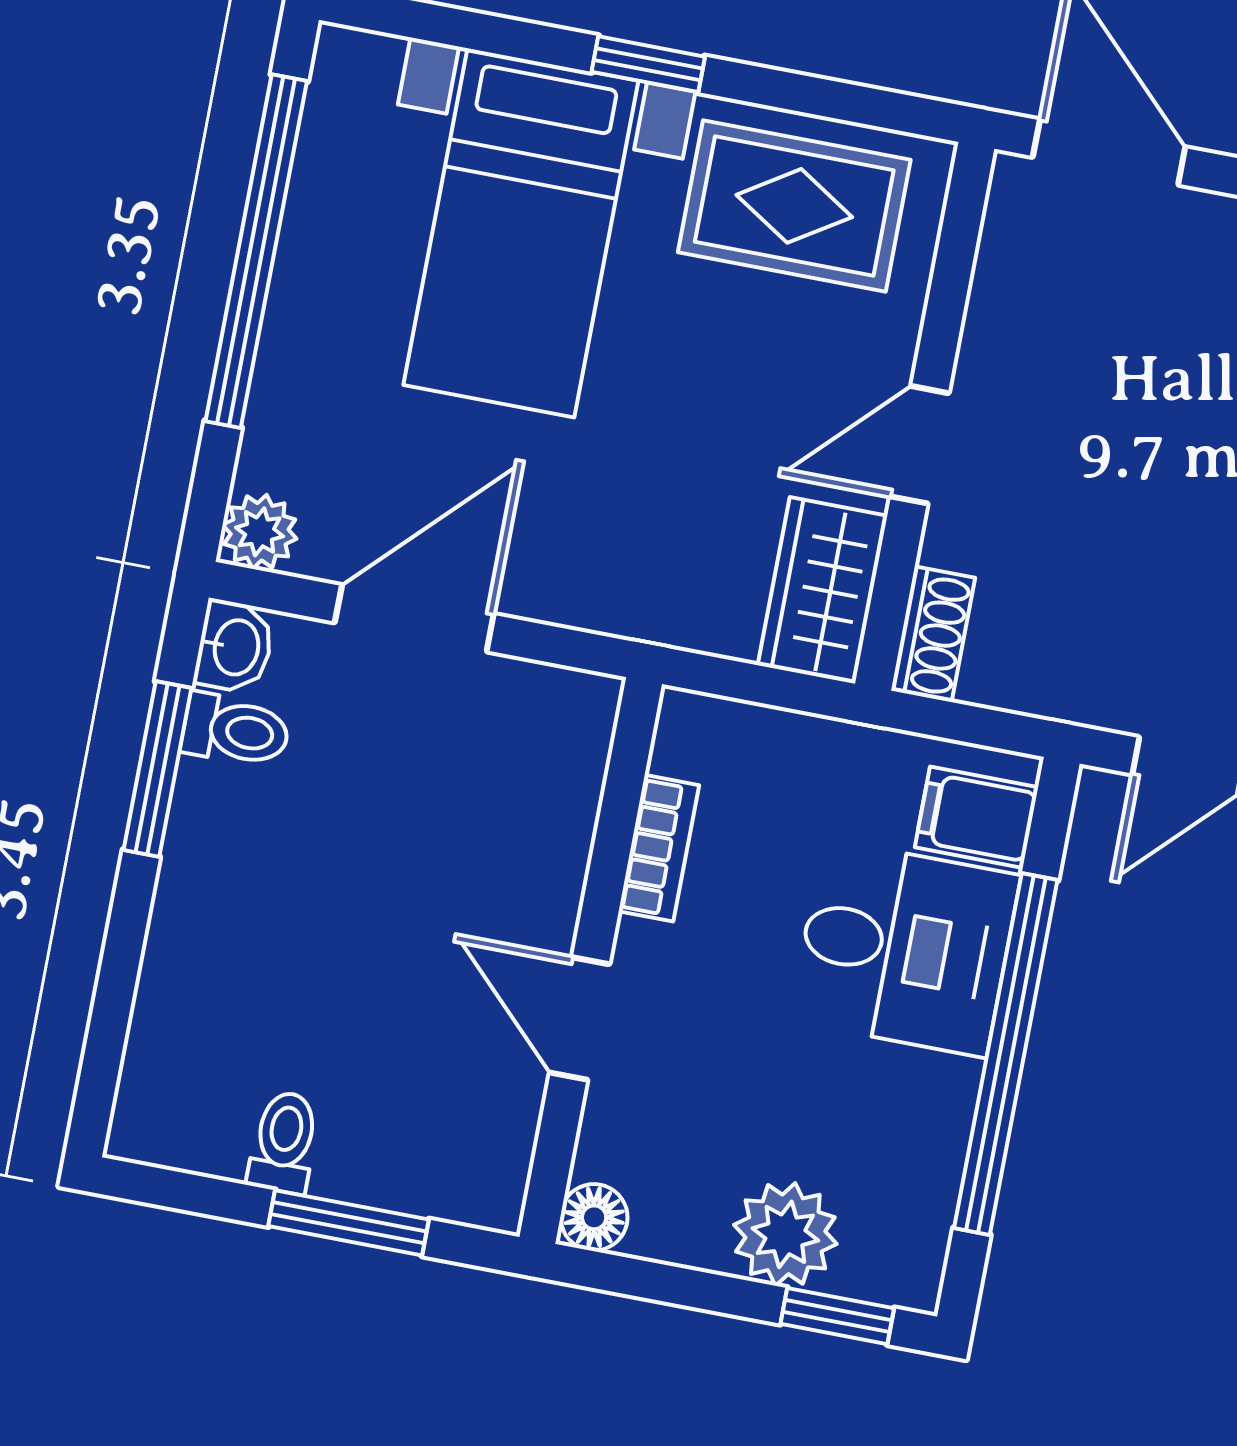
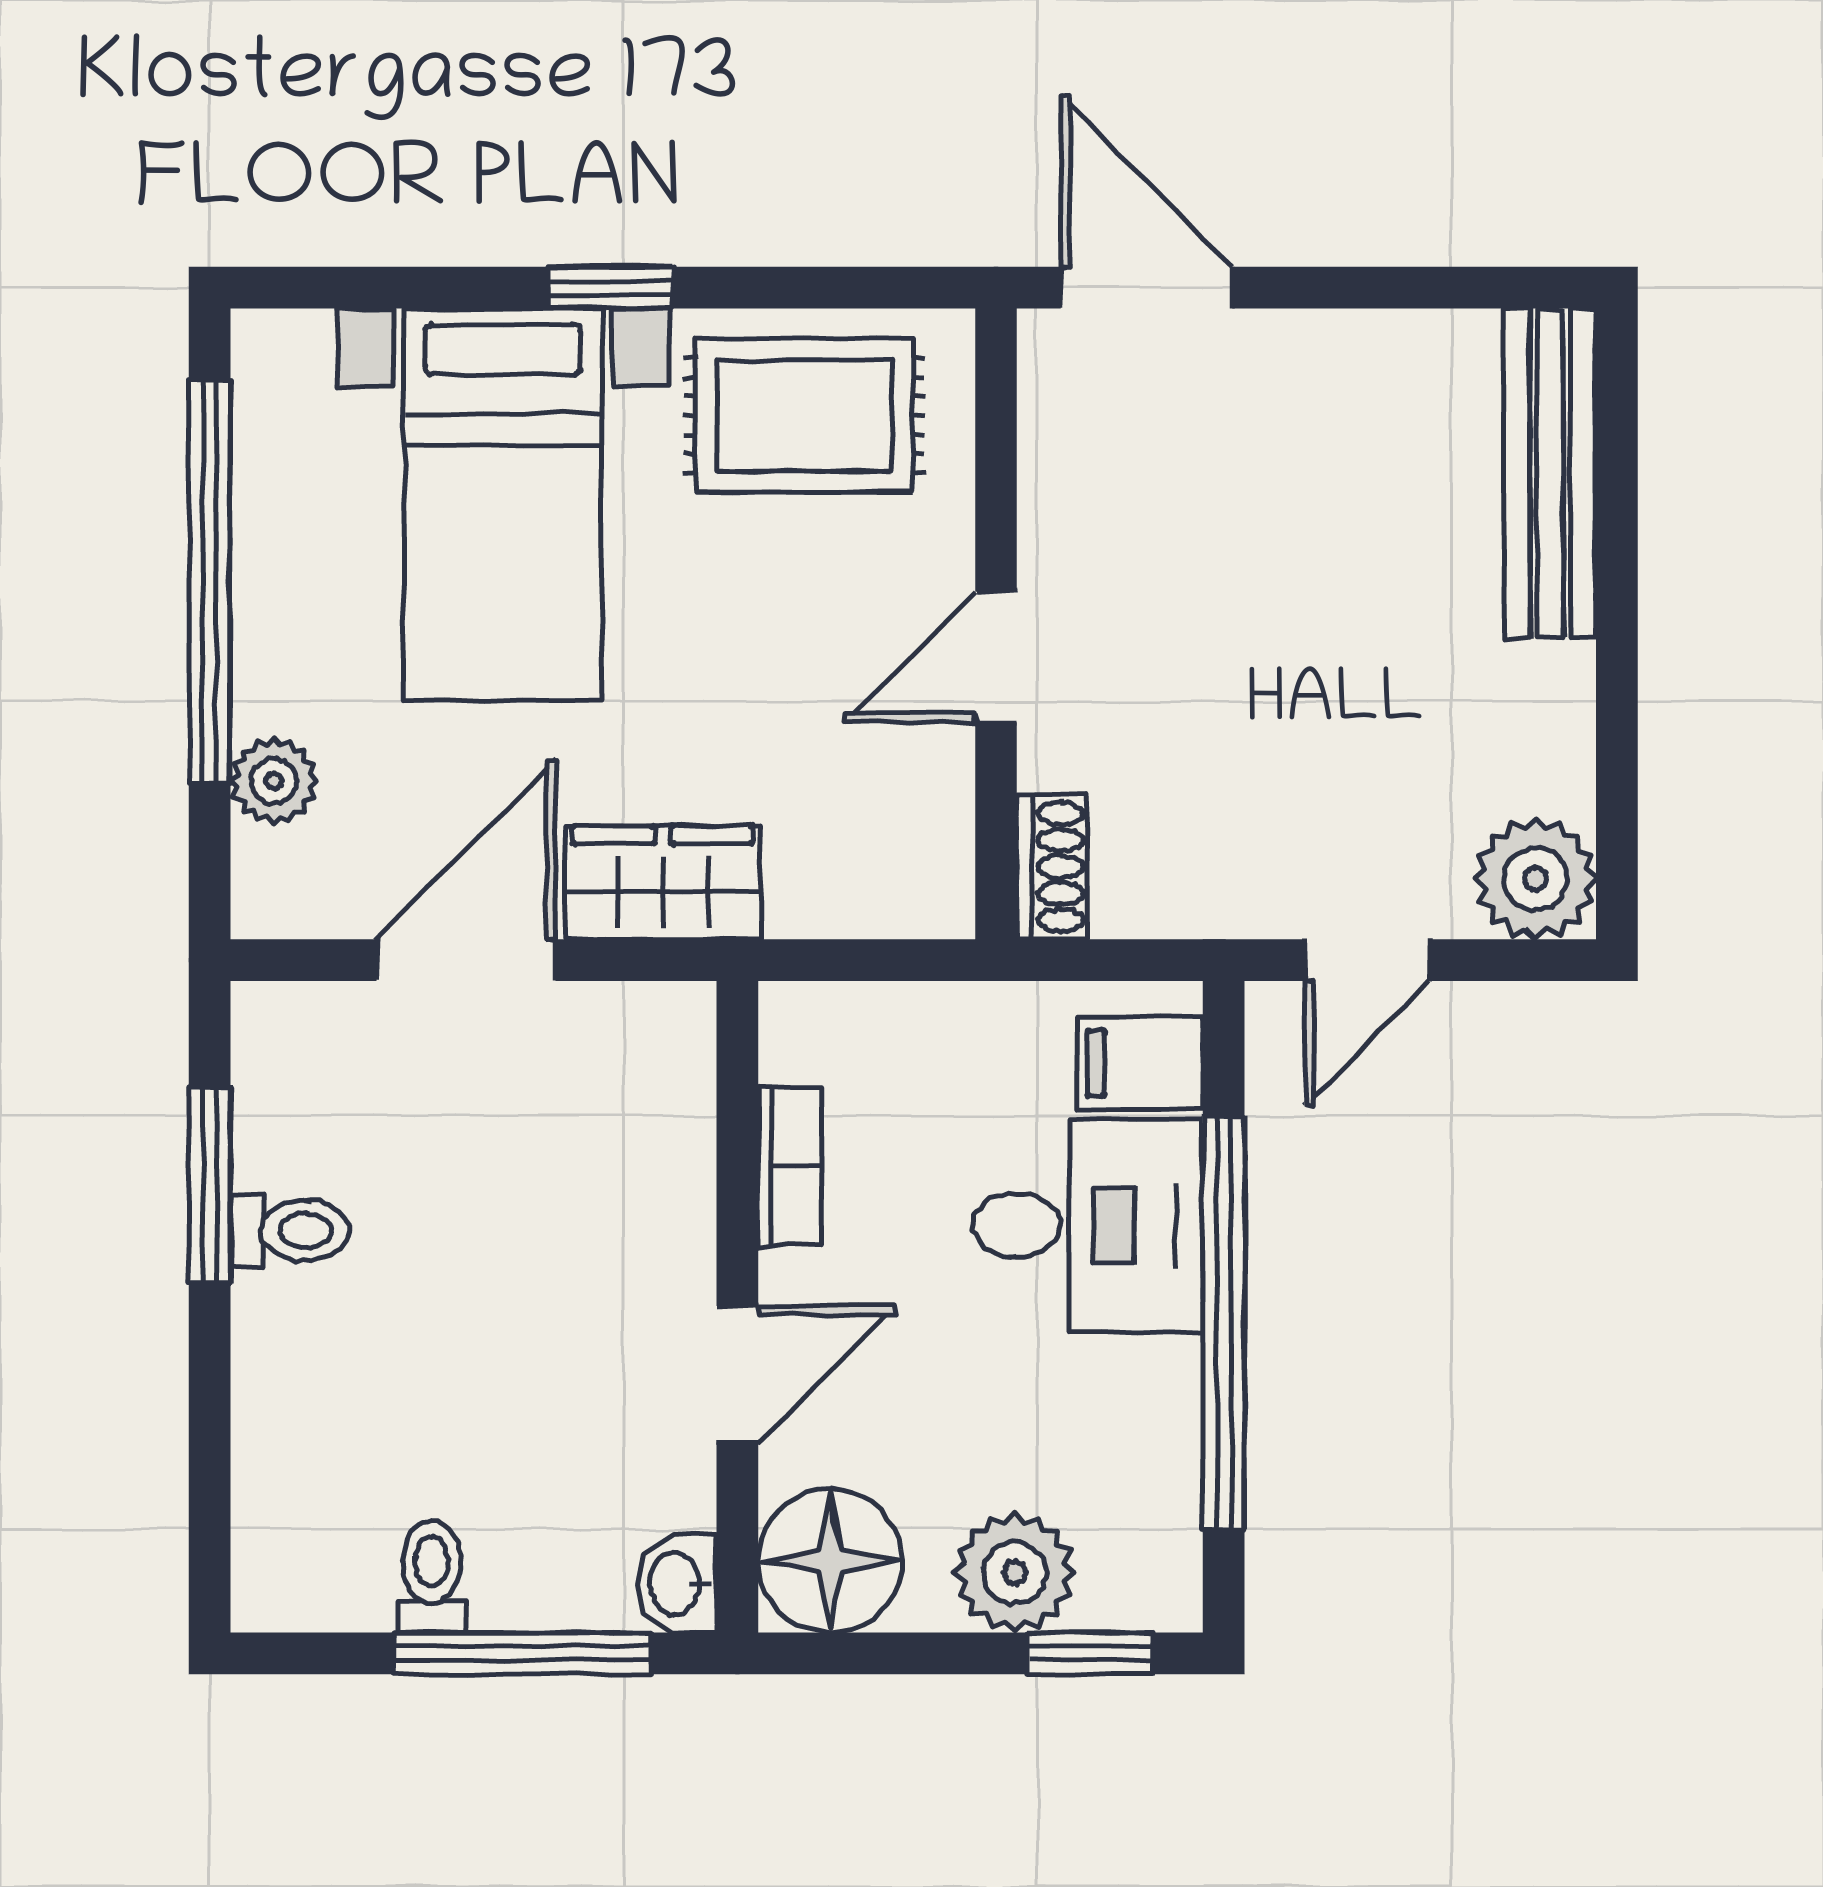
plant: (260, 532) -> (274, 781), moved
wardrobe: (823, 590) -> (663, 883), moved, turned 90
washbasin: (234, 647) -> (677, 1584), moved, turned 180
toilet: (236, 730) -> (289, 1231), moved
door: (580, 1018) -> (737, 1374), swing flipped
floor lamp: (594, 1217) -> (830, 1561), width x1.89, depth x1.89
window: (349, 1223) -> (522, 1653), width x1.44

